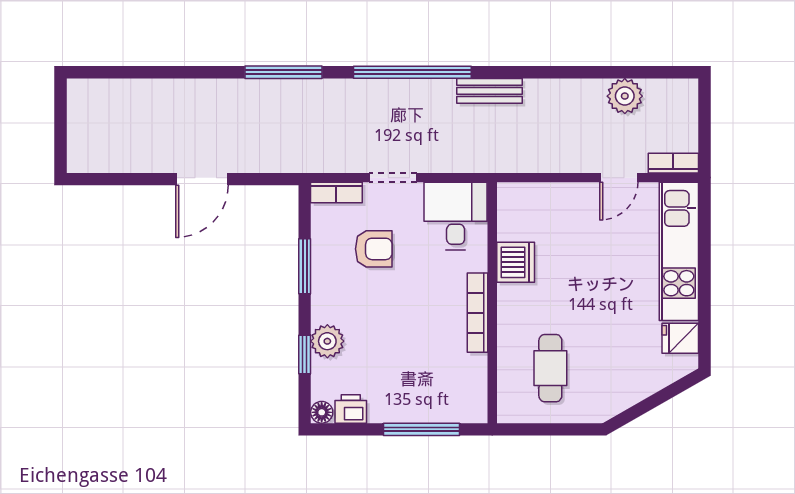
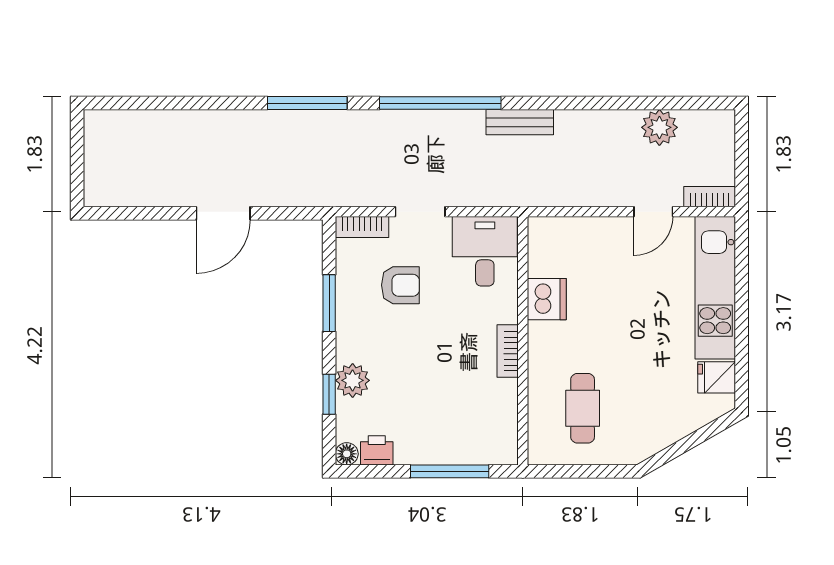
bookcase: (478, 313) -> (508, 351), width x0.64

